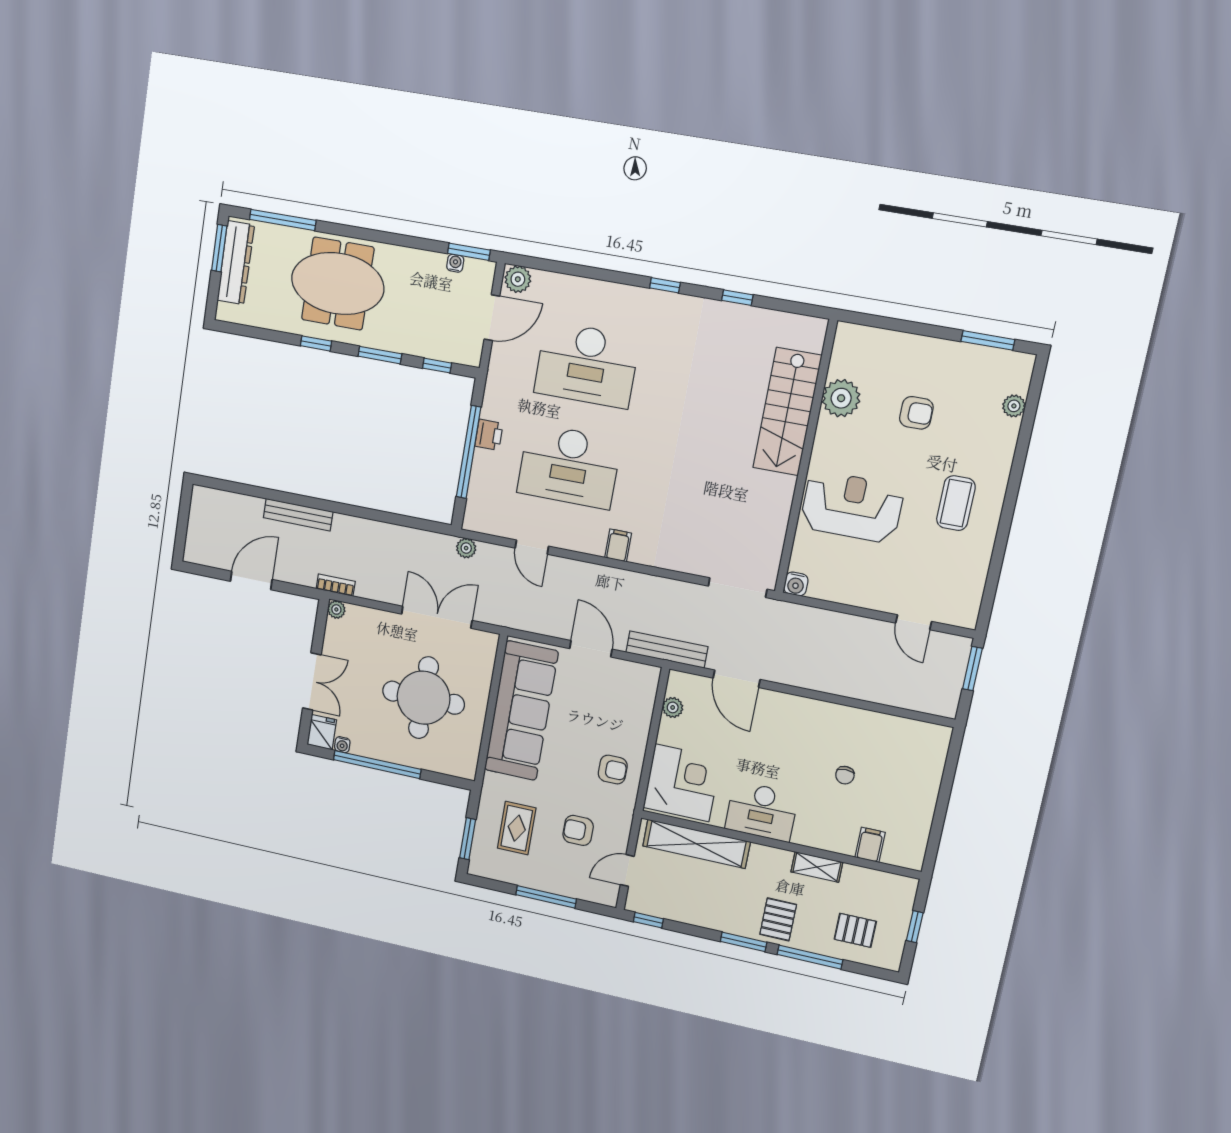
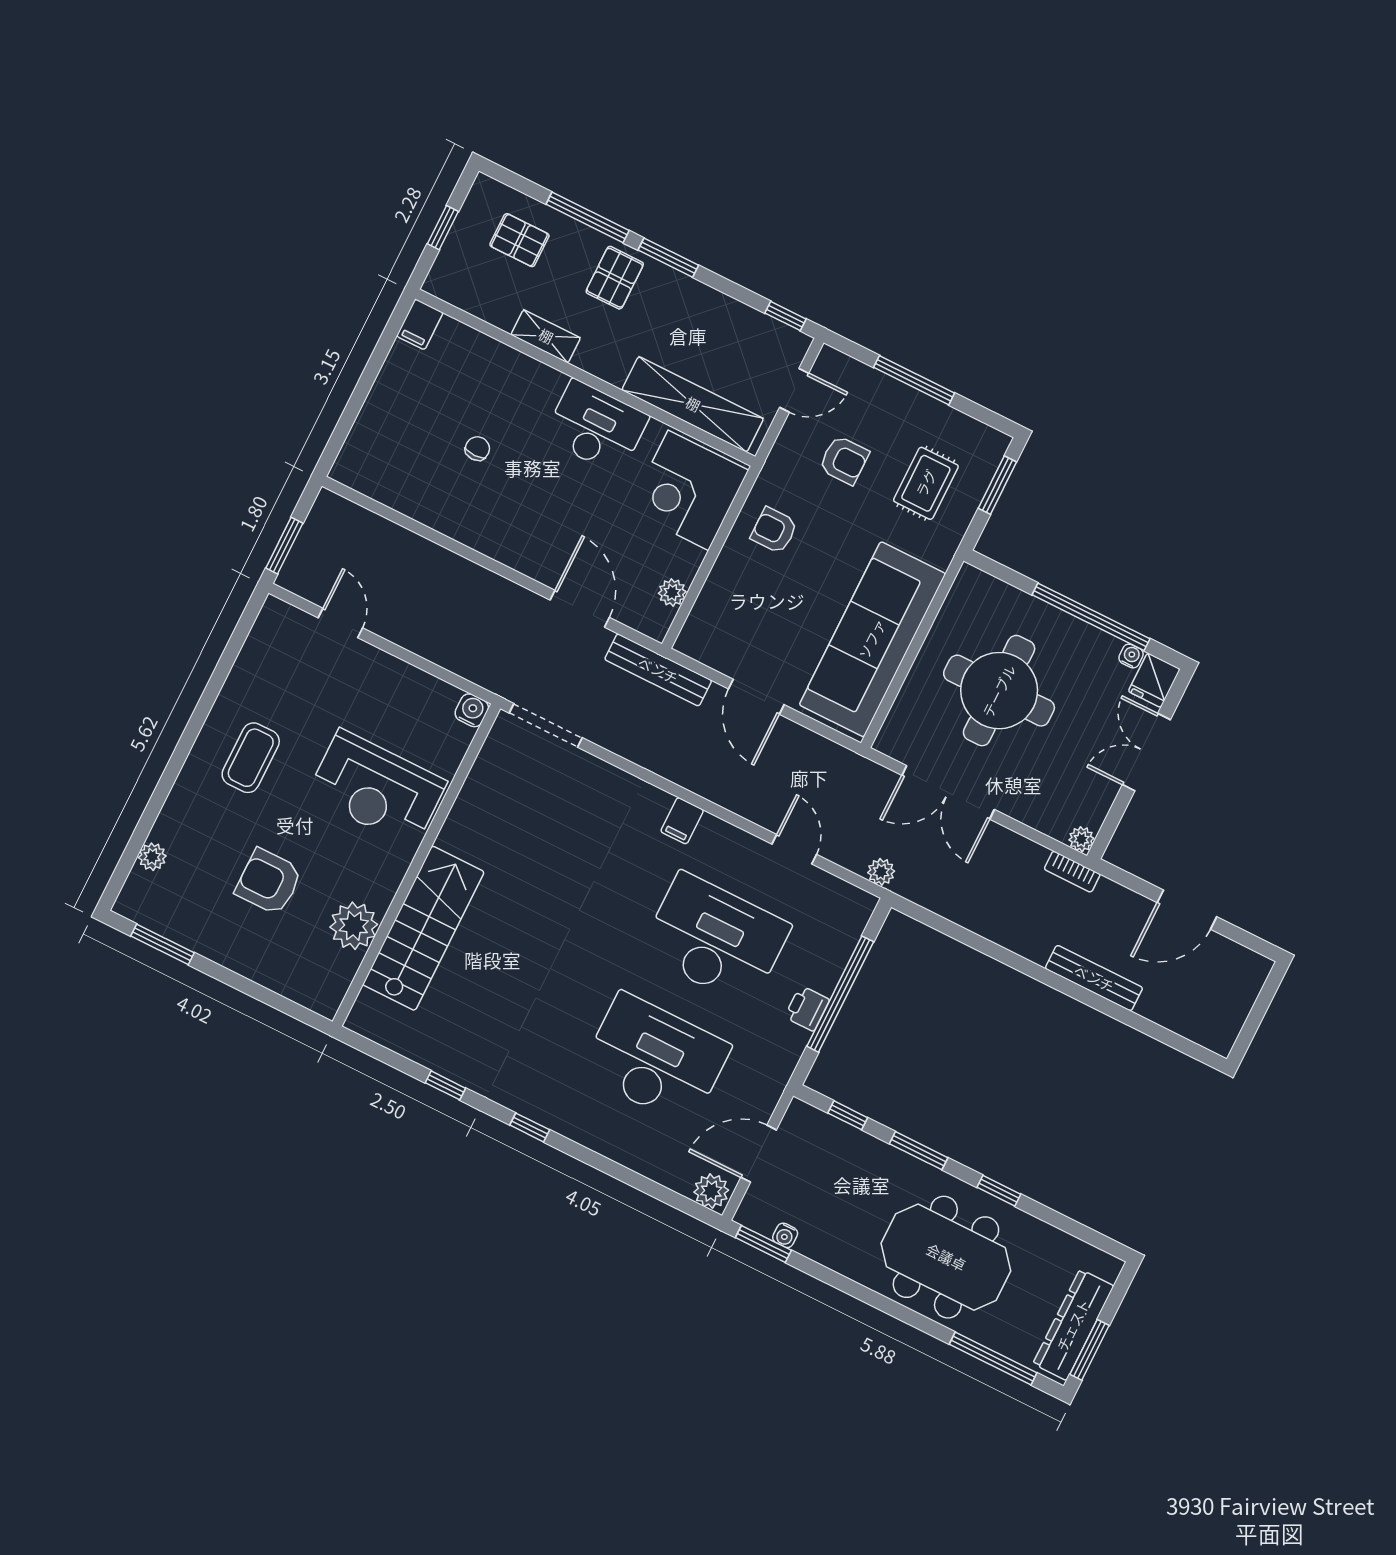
armchair: (916, 413) -> (269, 882), width x1.38, depth x1.38
filing cabinet: (870, 845) -> (420, 324), moved

